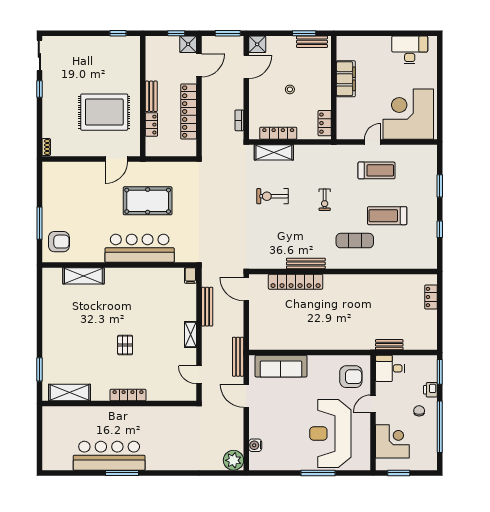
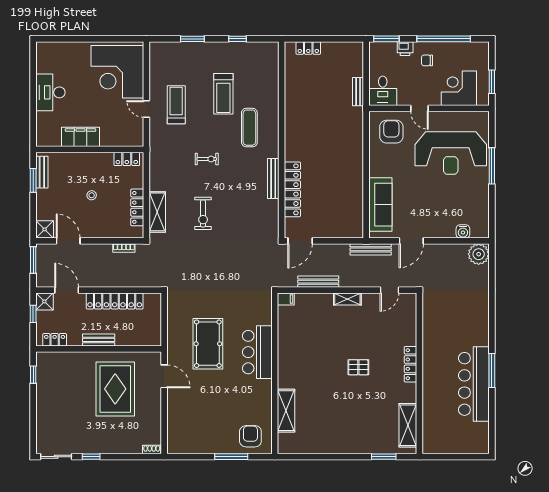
desk: (410, 50) -> (50, 92), moved
locker: (151, 125) -> (55, 340), moved
bar counter: (140, 248) -> (257, 352), width x0.73

